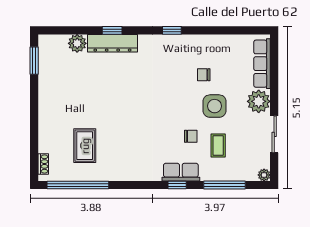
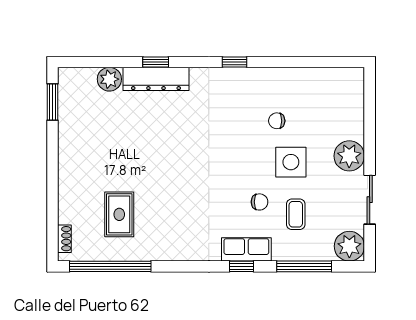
row of seats: (262, 64) -> (354, 106), removed
plant: (264, 175) -> (349, 246), width x1.87, depth x1.87

